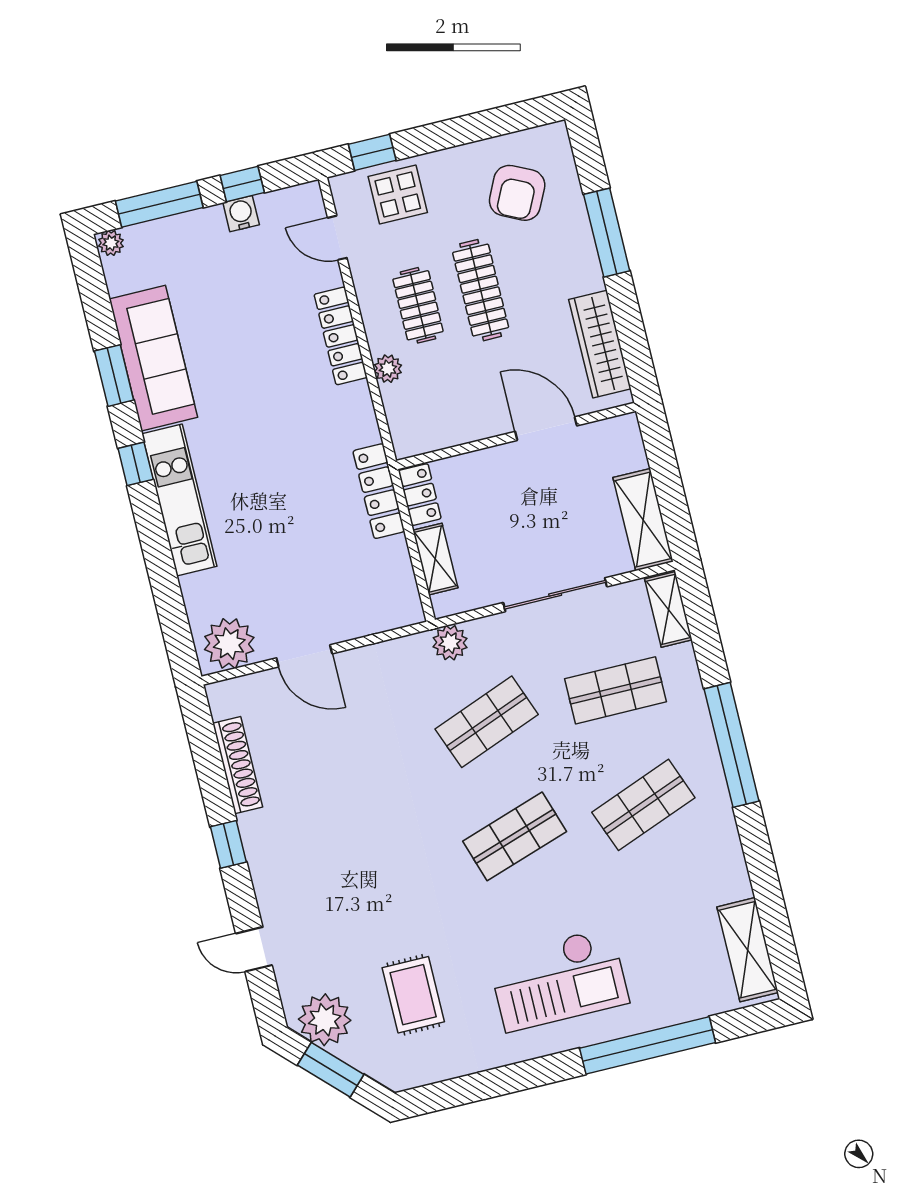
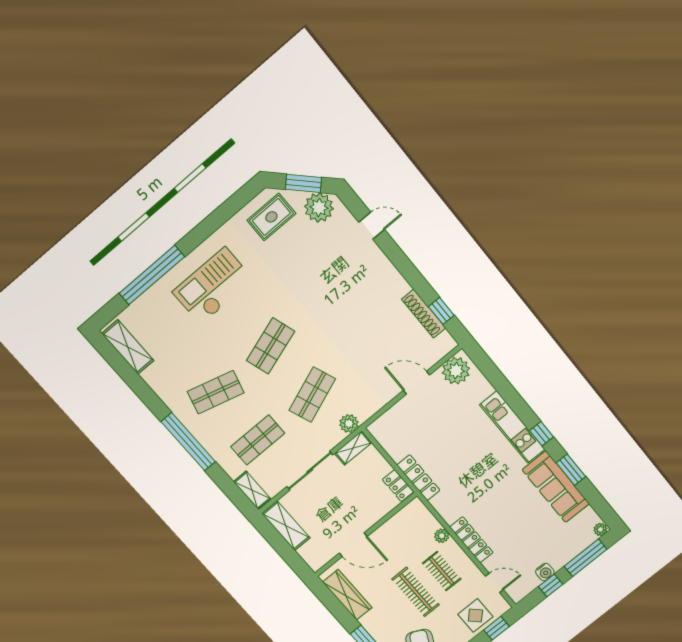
shelving: (435, 559) -> (353, 448), moved, turned 90
shop shelf: (643, 805) -> (216, 392), turned 36
window: (228, 844) -> (441, 311), moved
rug: (413, 995) -> (271, 217), moved, turned 90

